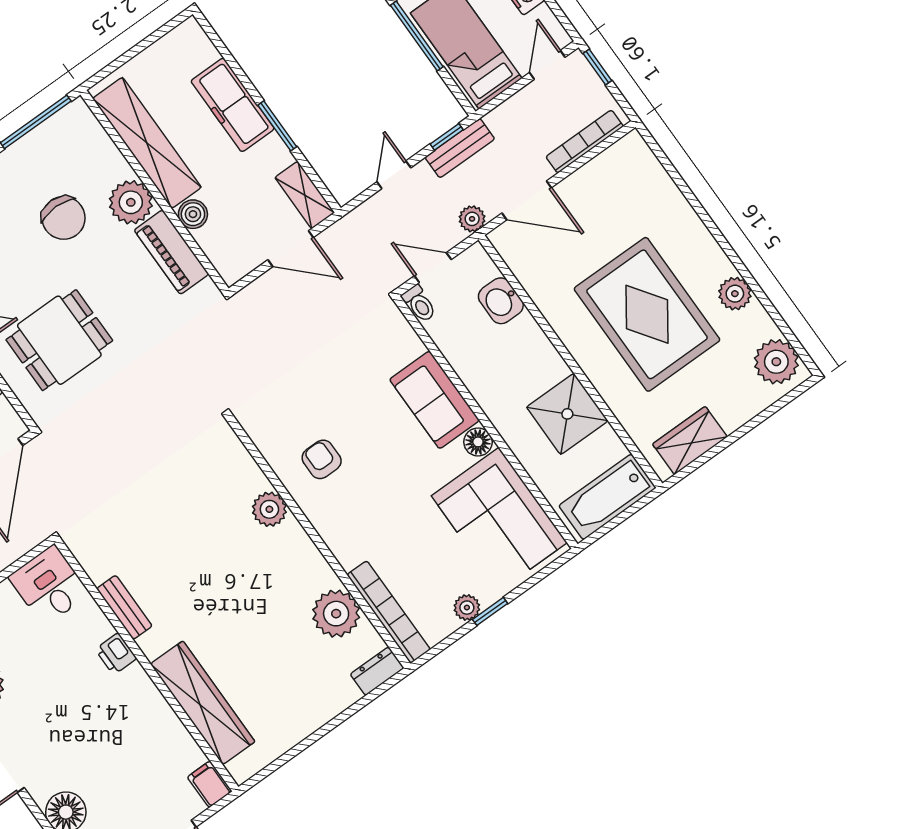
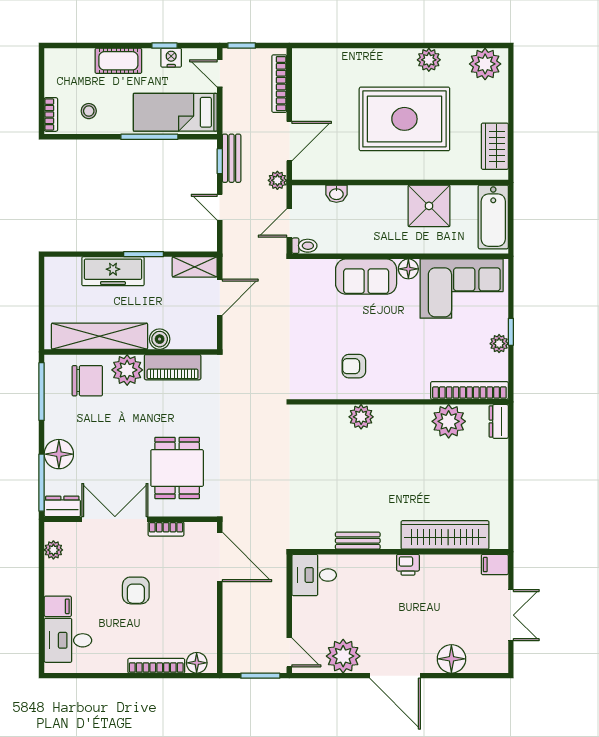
chair: (64, 218) -> (87, 381), moved
washbasin: (501, 301) -> (336, 194), width x0.72, depth x0.69
printer: (116, 654) -> (408, 565), moved

